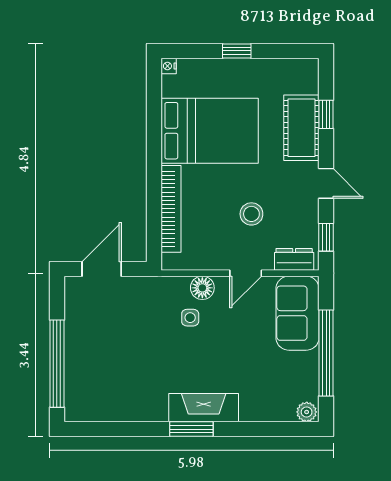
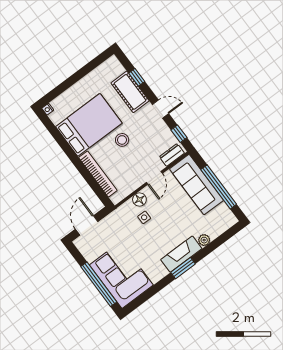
window: (237, 51) -> (74, 79), removed
stool: (251, 214) -> (122, 140), moved
sofa: (297, 313) -> (197, 185), width x1.36
corner sofa: (98, 374) -> (121, 275), added
plant: (307, 412) -> (204, 240), moved

